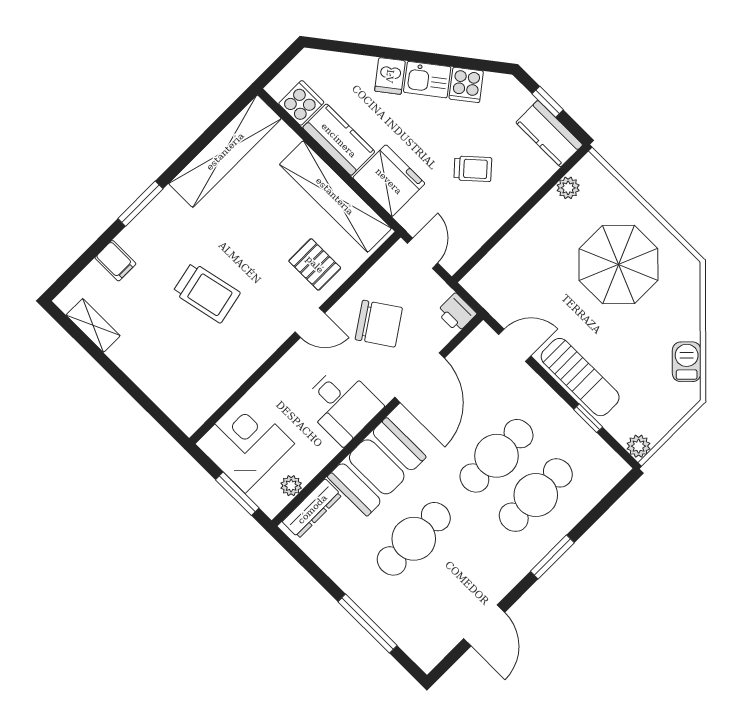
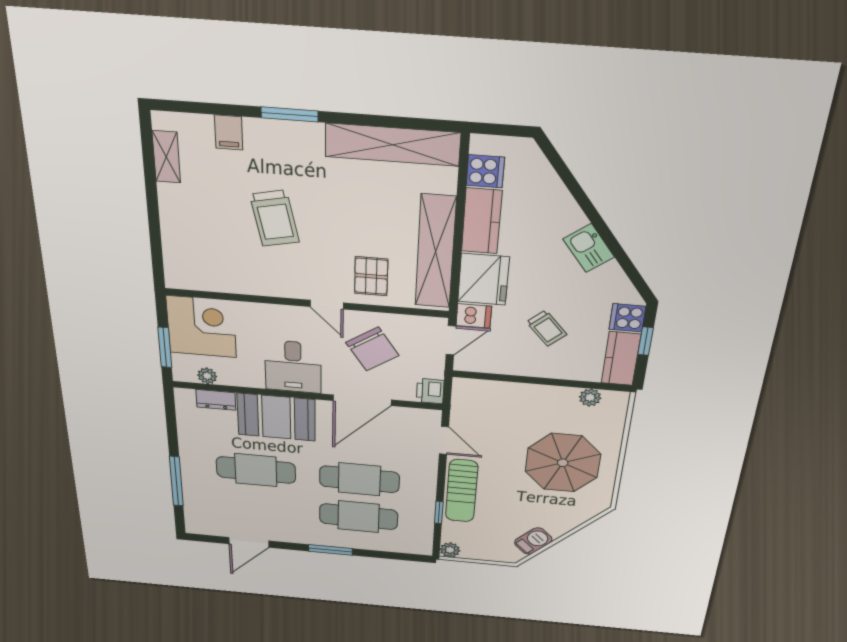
dishwasher: (390, 76) -> (474, 316), moved, turned -143
cooker: (466, 85) -> (627, 318), moved, turned 37
dresser: (312, 509) -> (216, 400), width x0.70

